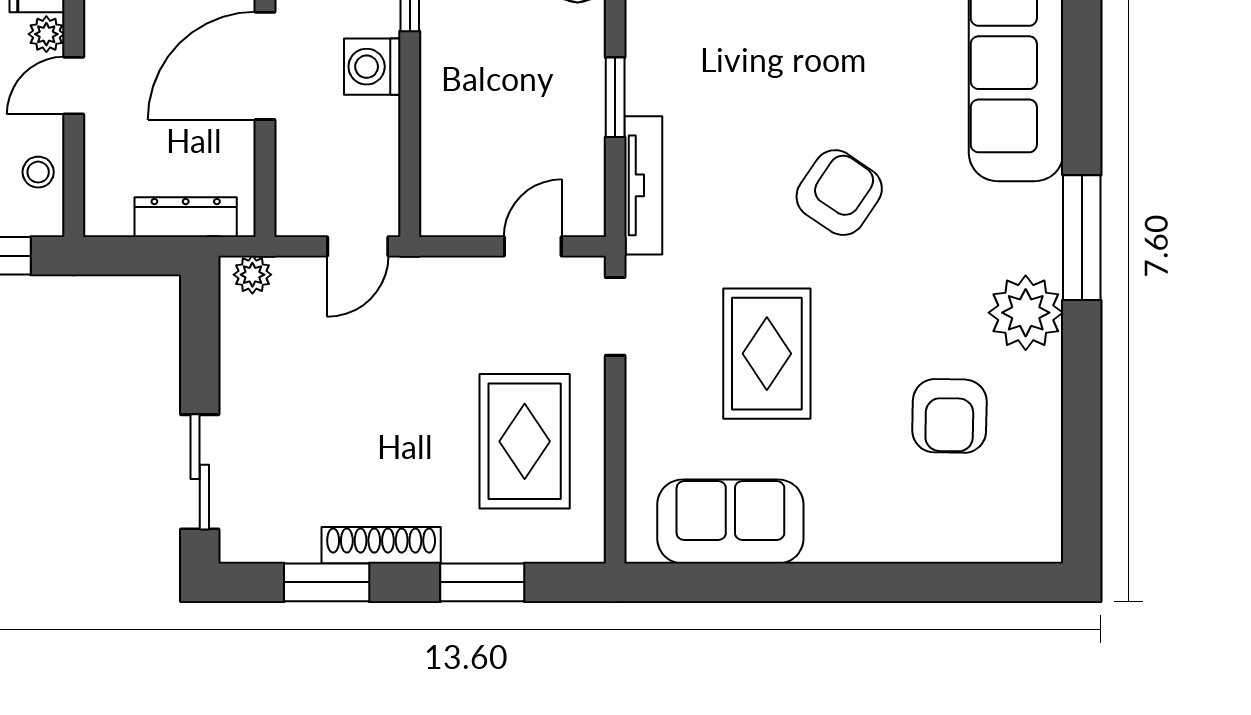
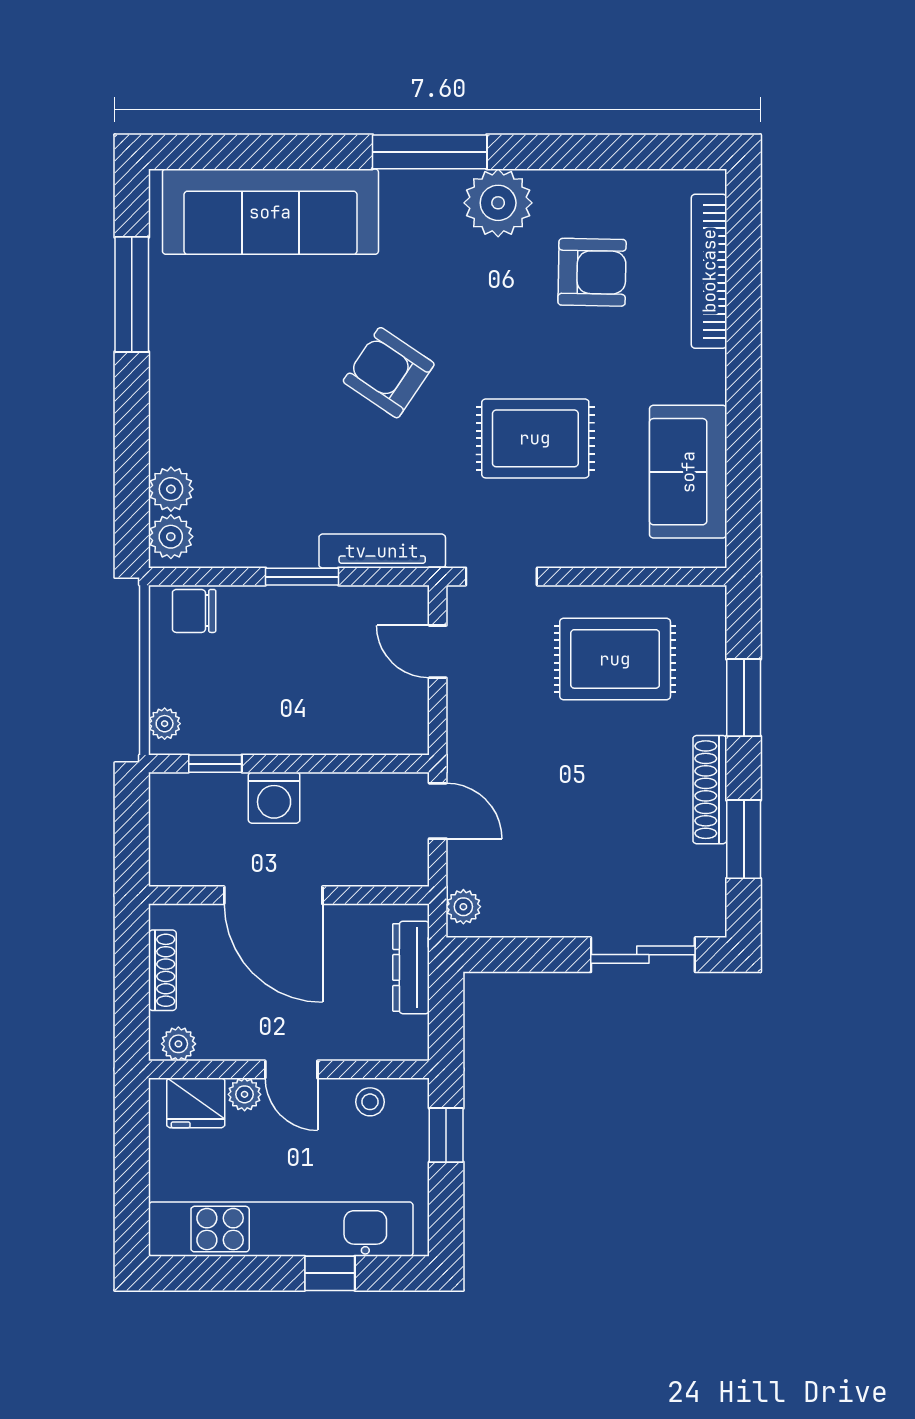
bookcase: (951, 544) -> (709, 271), added

